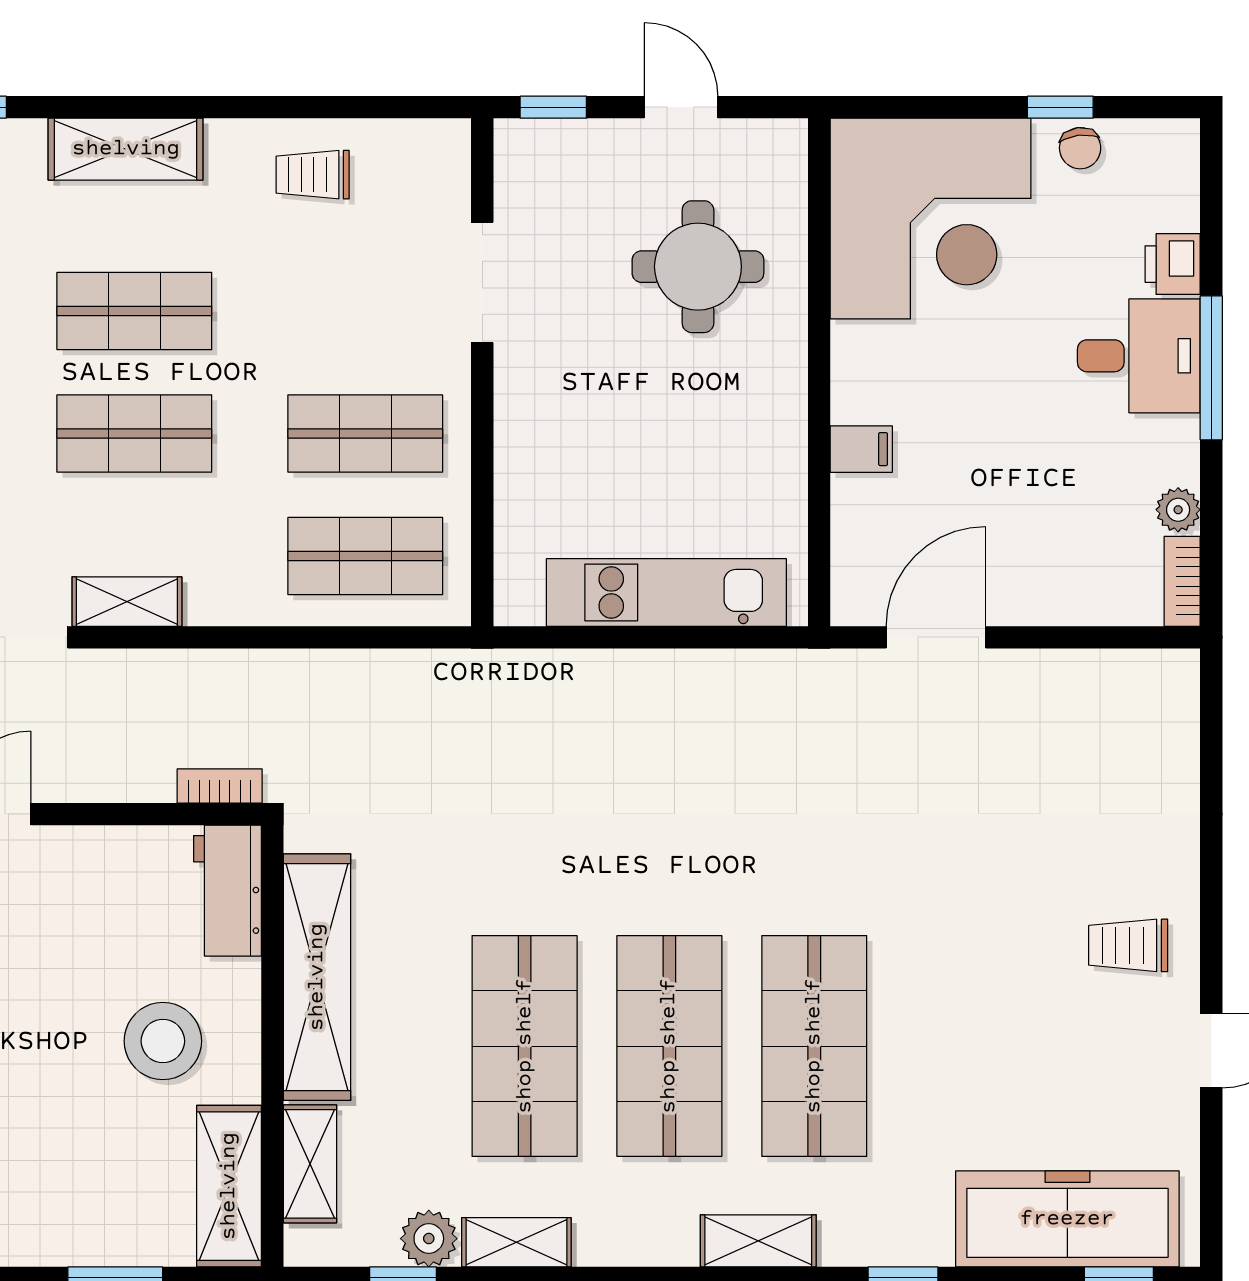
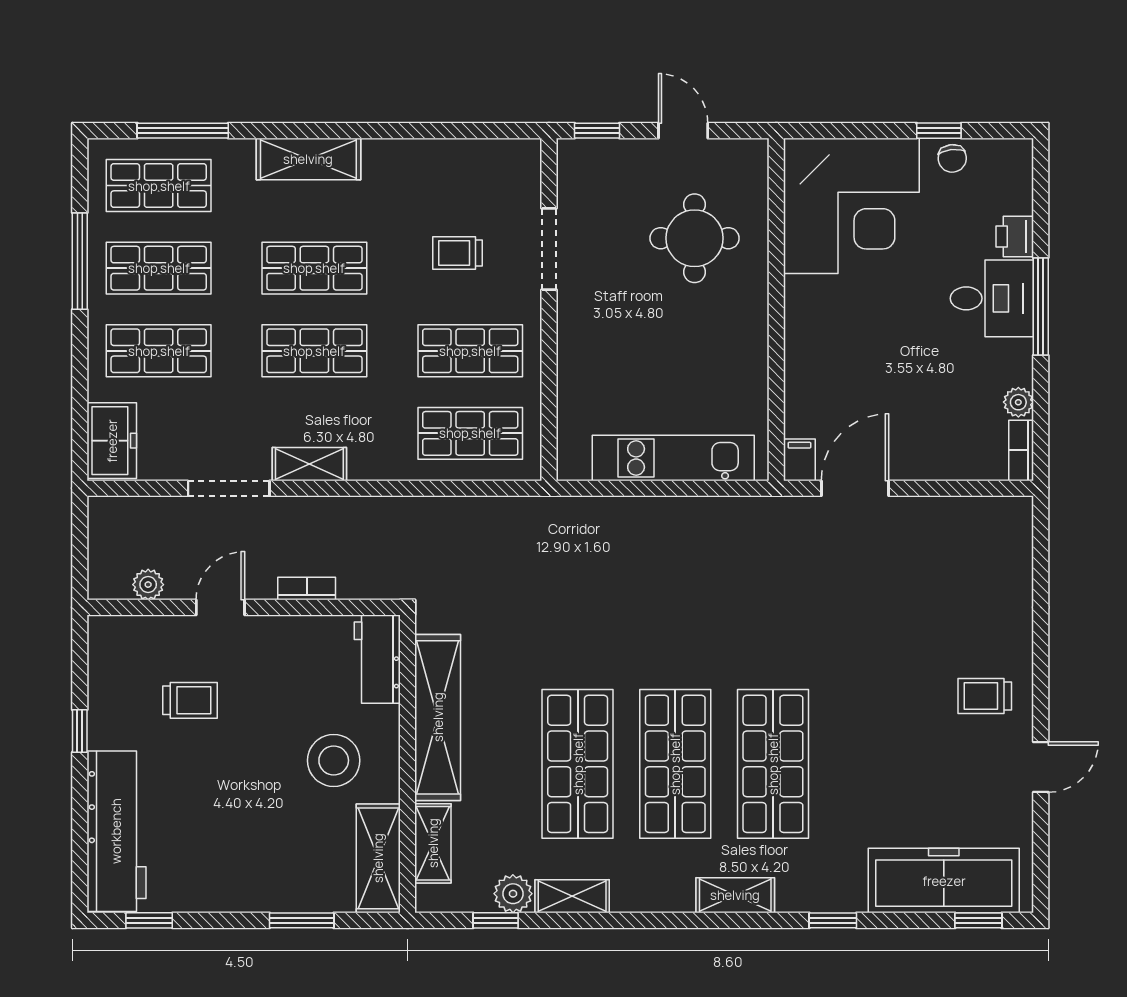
trolley: (313, 175) -> (458, 253), moved
filing cabinet: (861, 449) -> (799, 460), moved, turned -90
bookcase: (220, 786) -> (307, 589), moved

